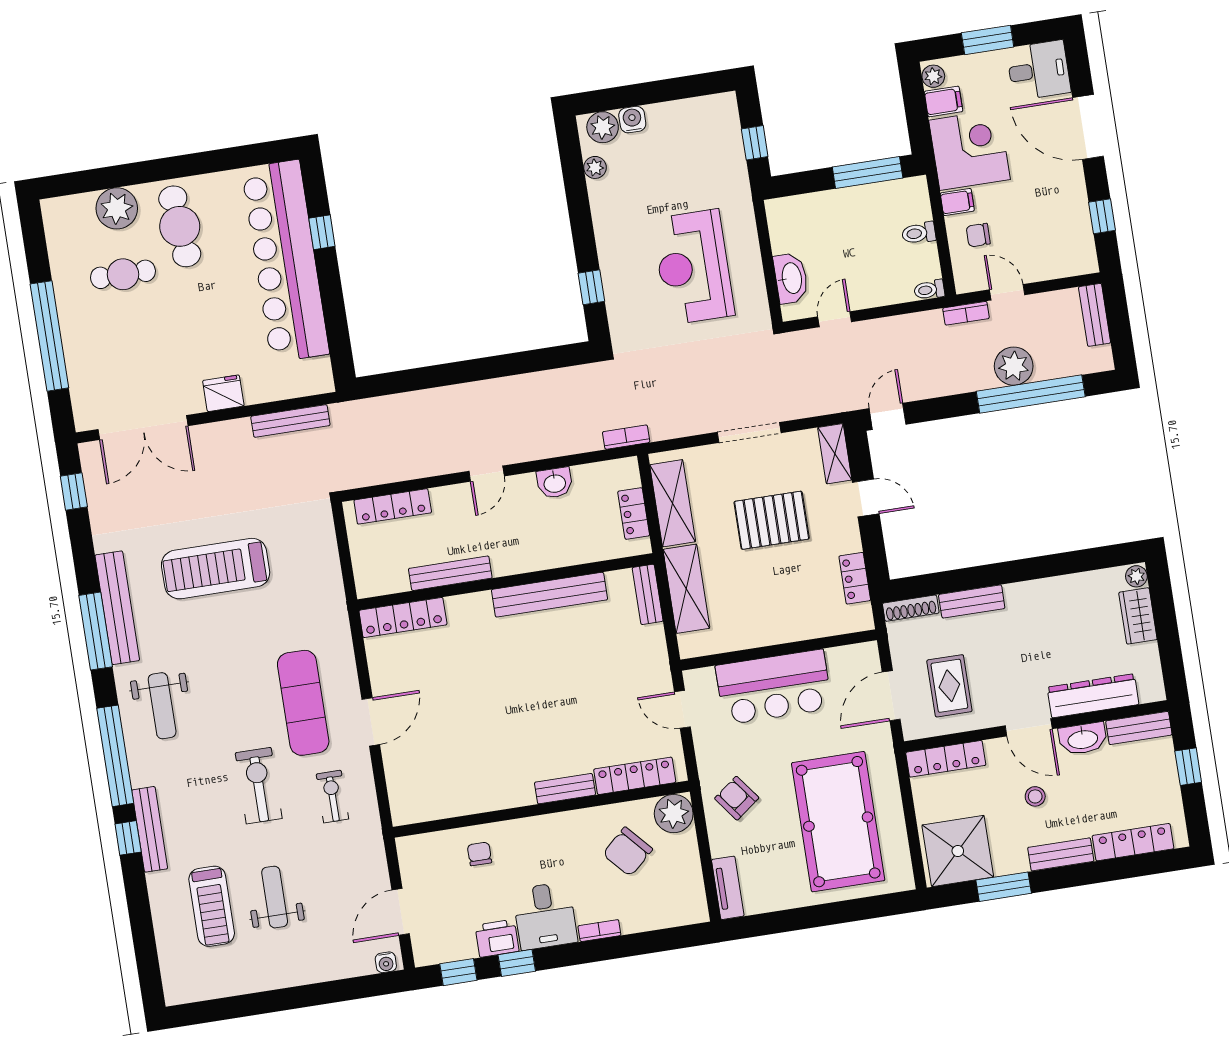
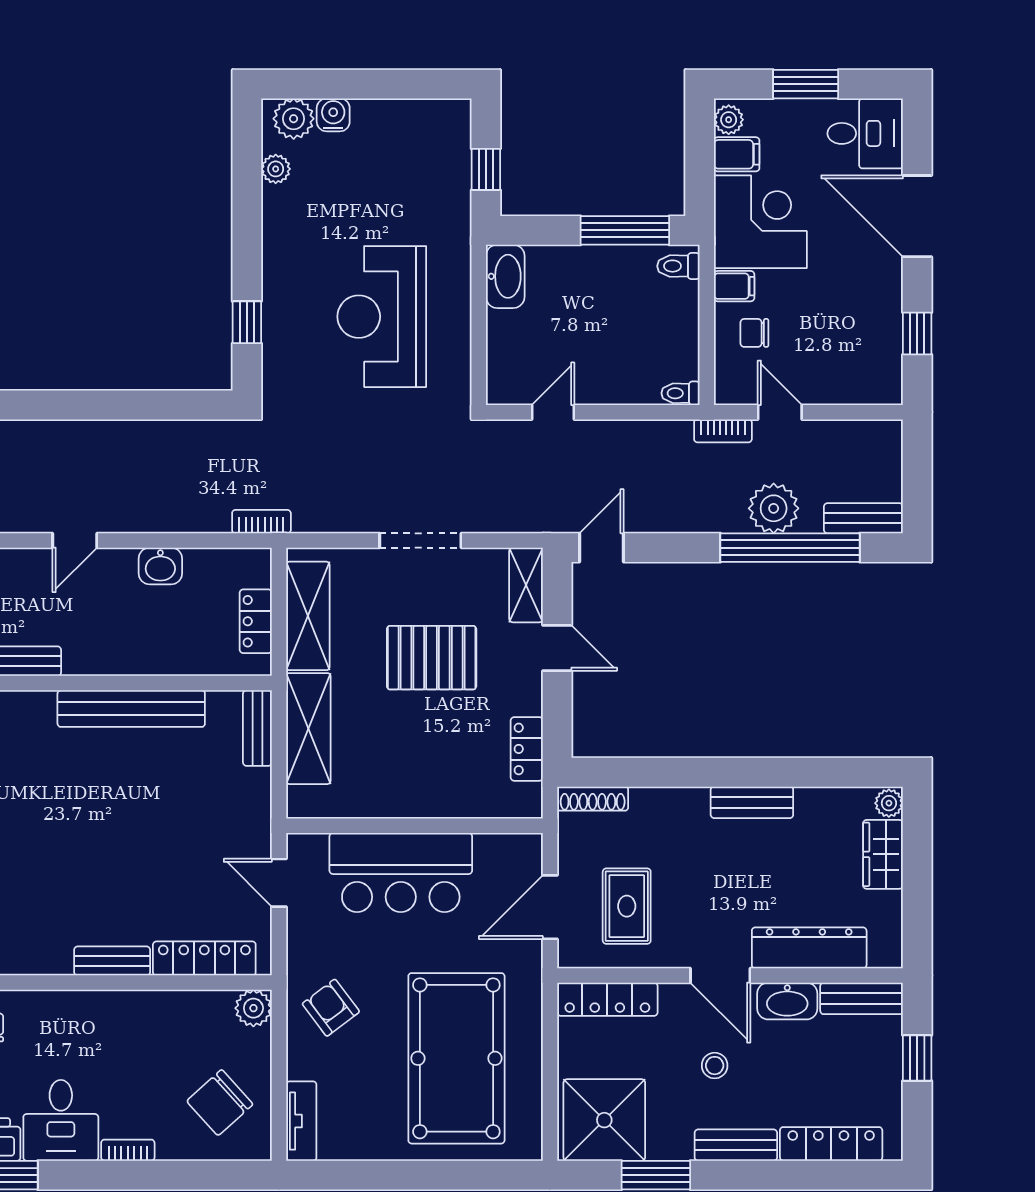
toilet: (919, 233) -> (678, 266), moved
washbasin: (791, 278) -> (505, 276), moved
bench: (1095, 315) -> (863, 518), moved, turned 90
bench: (972, 601) -> (752, 802), moved
plant: (674, 814) -> (253, 1008), width x0.73, depth x0.73
chair: (628, 852) -> (220, 1103), moved

